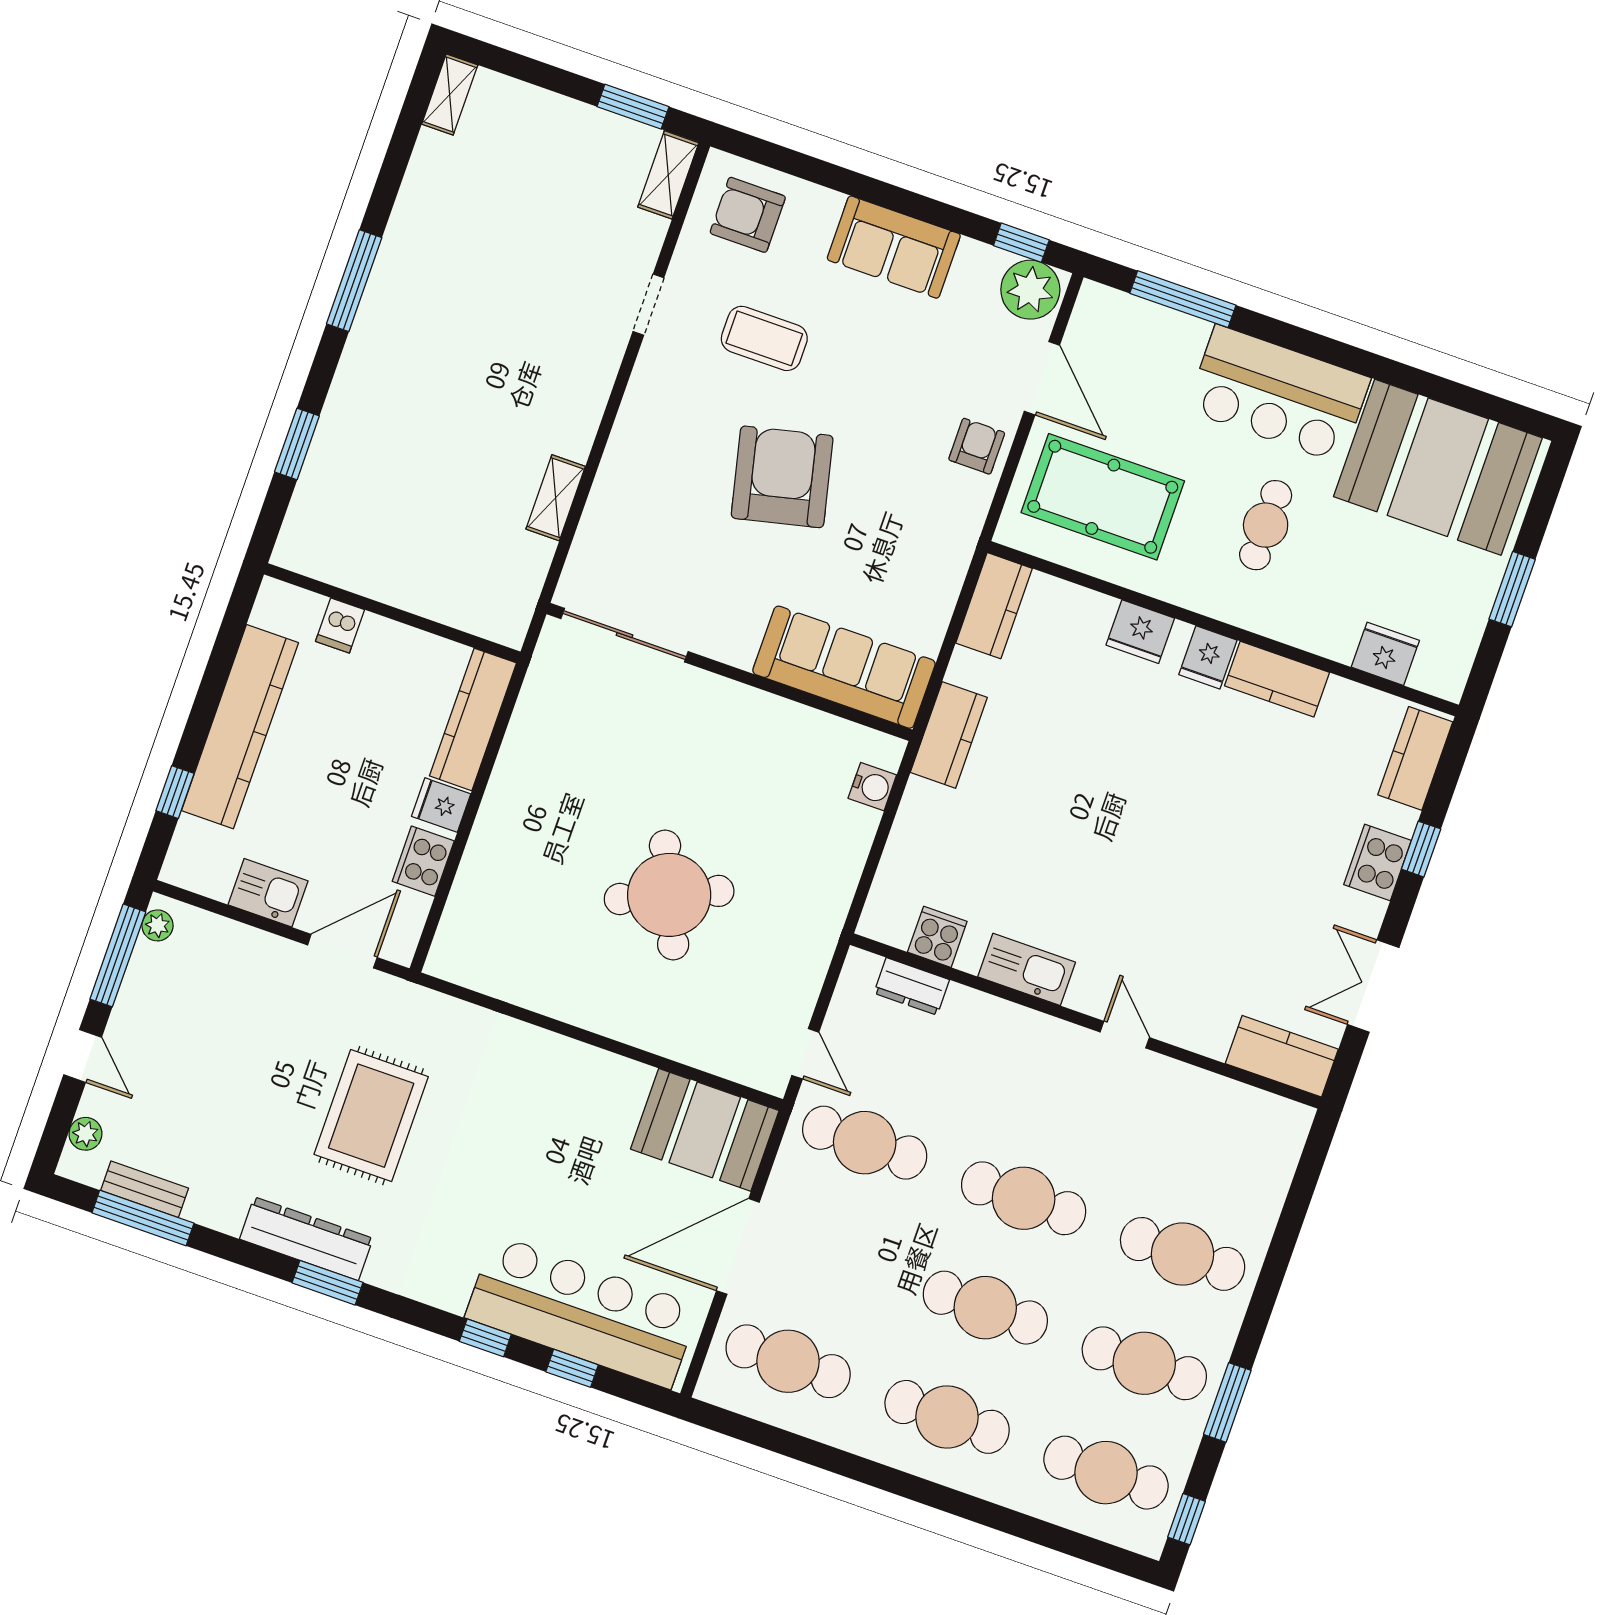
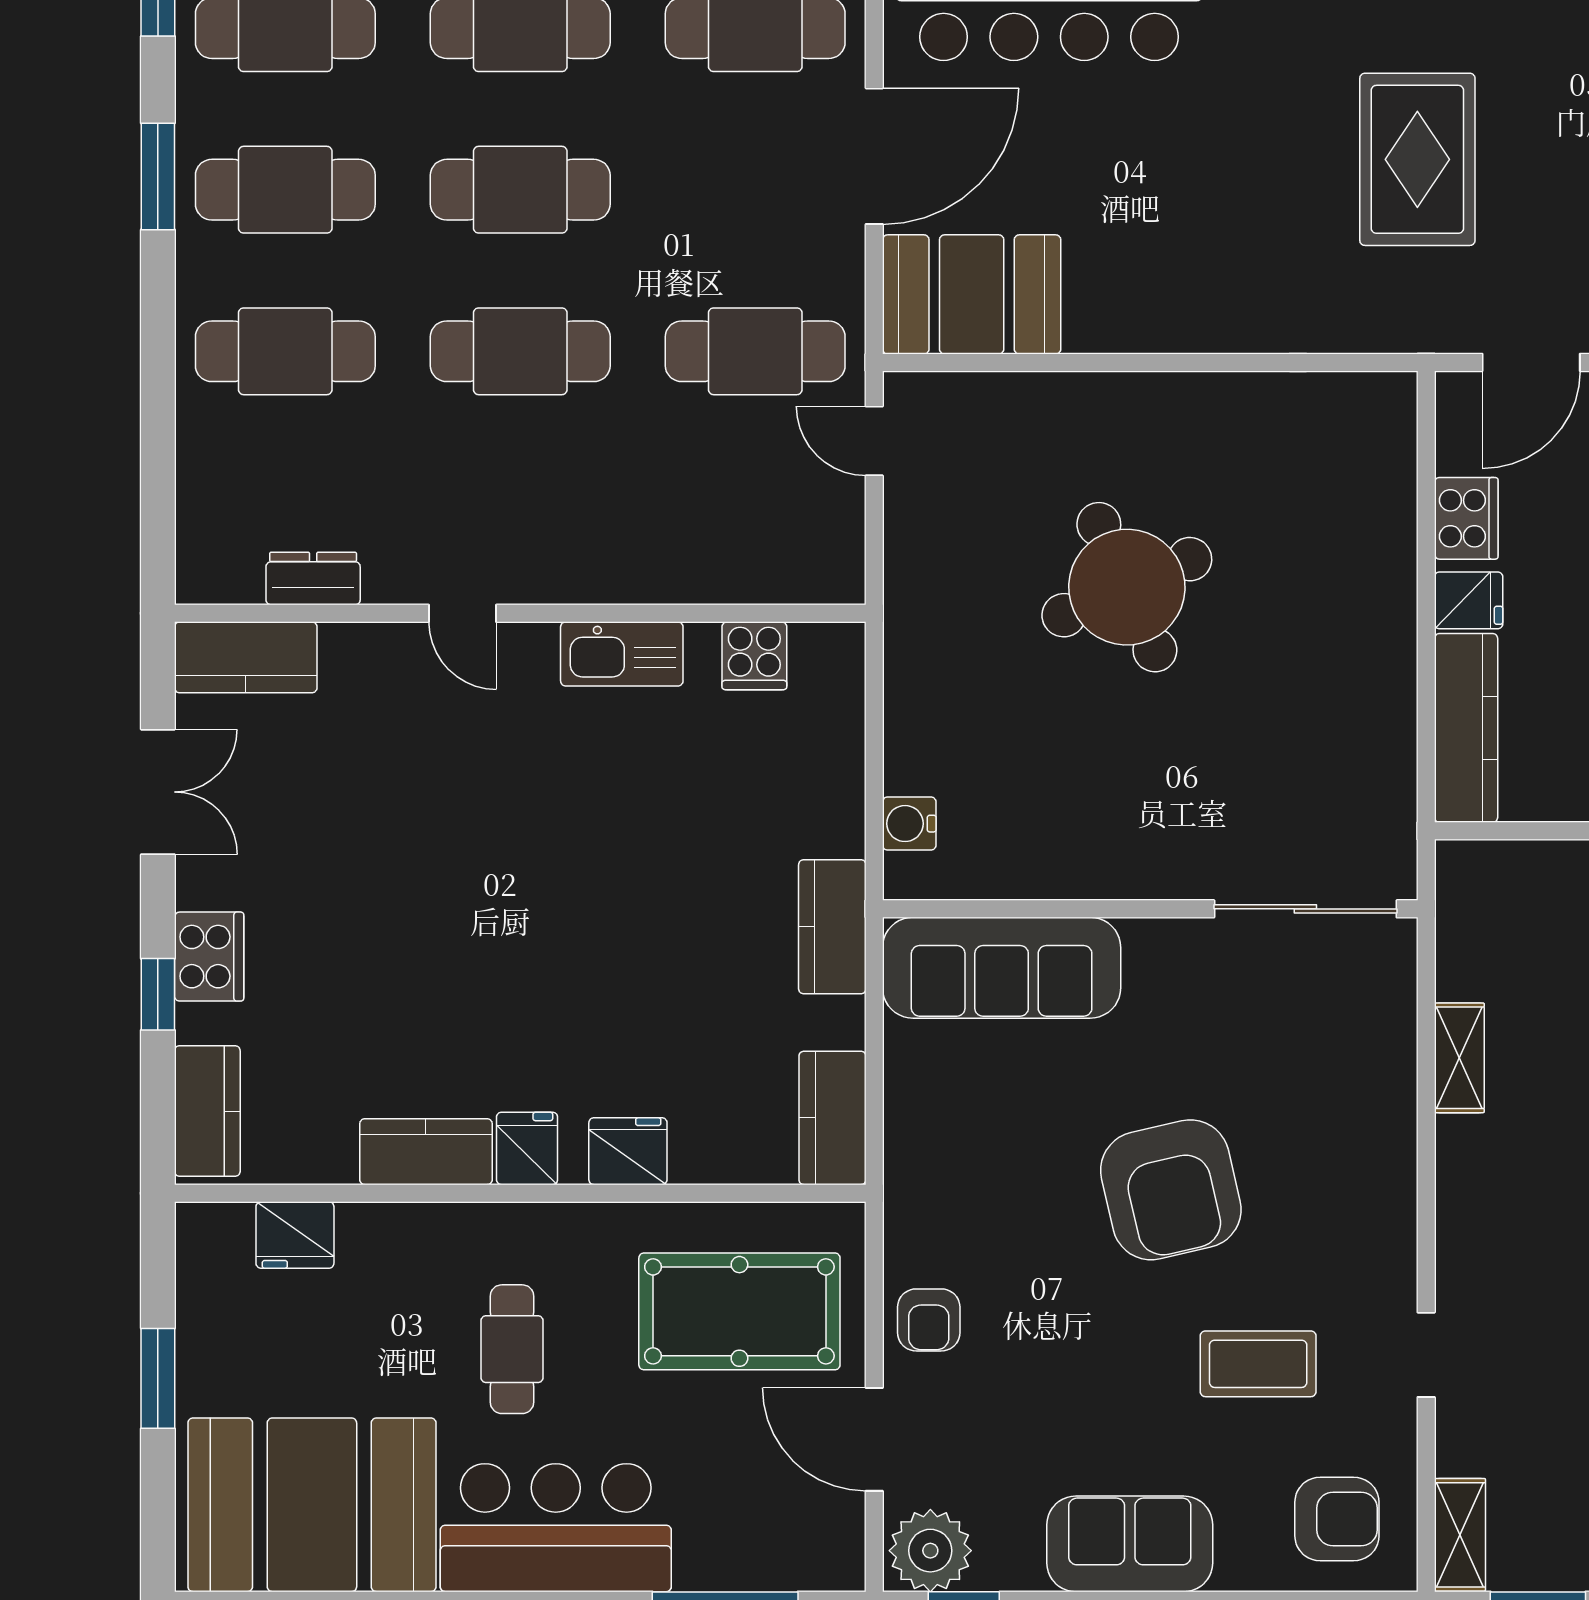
dresser: (912, 986) -> (313, 579), moved

